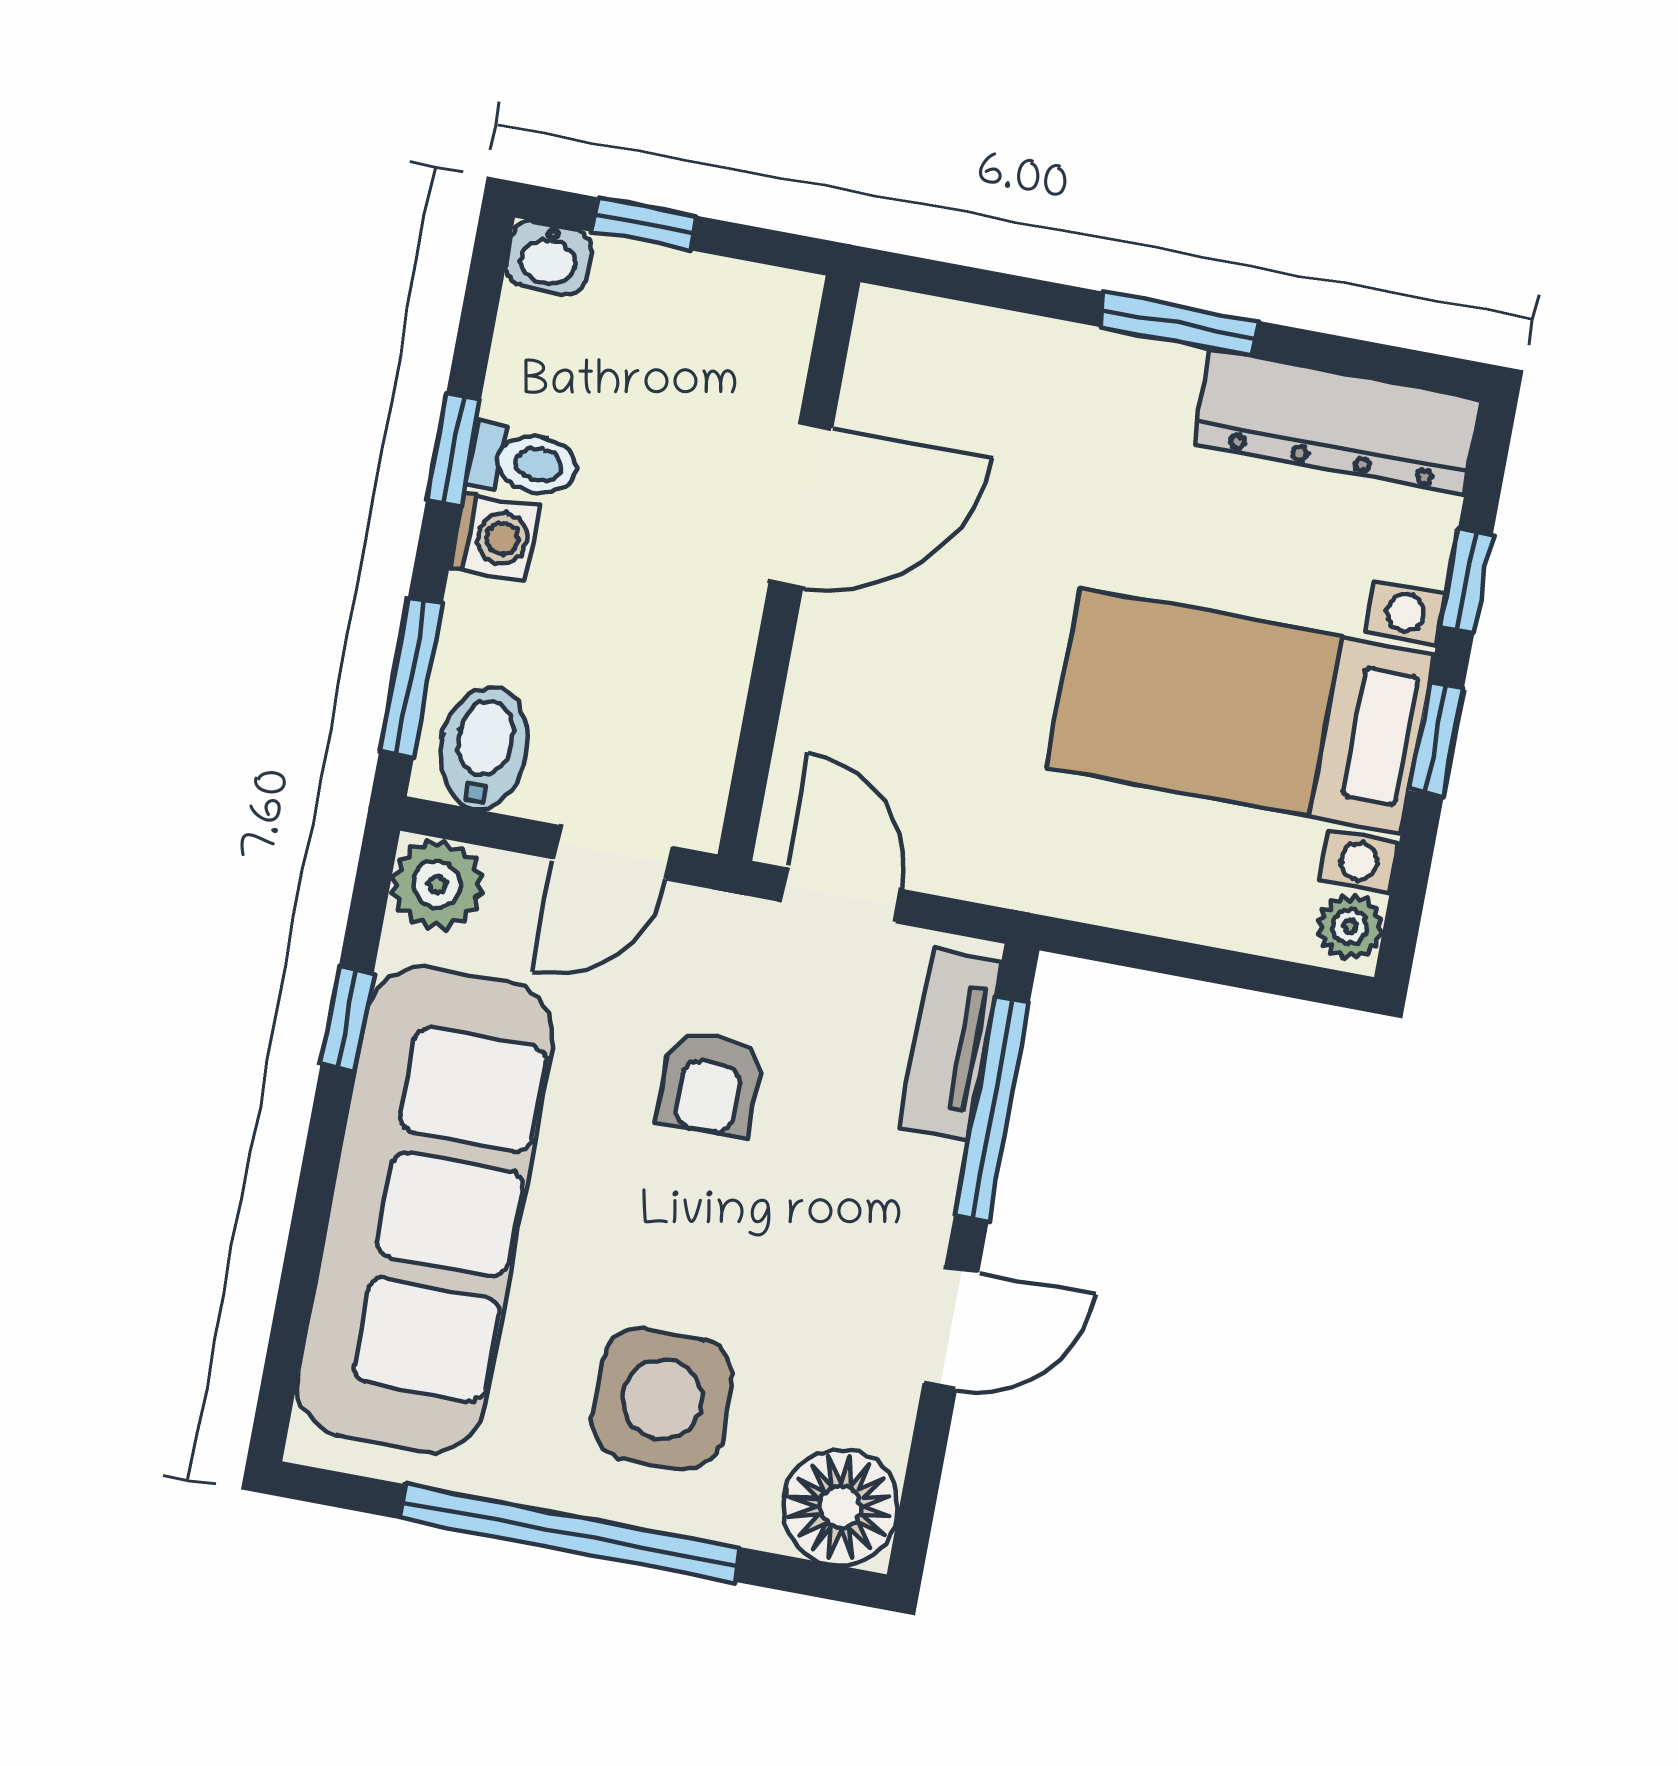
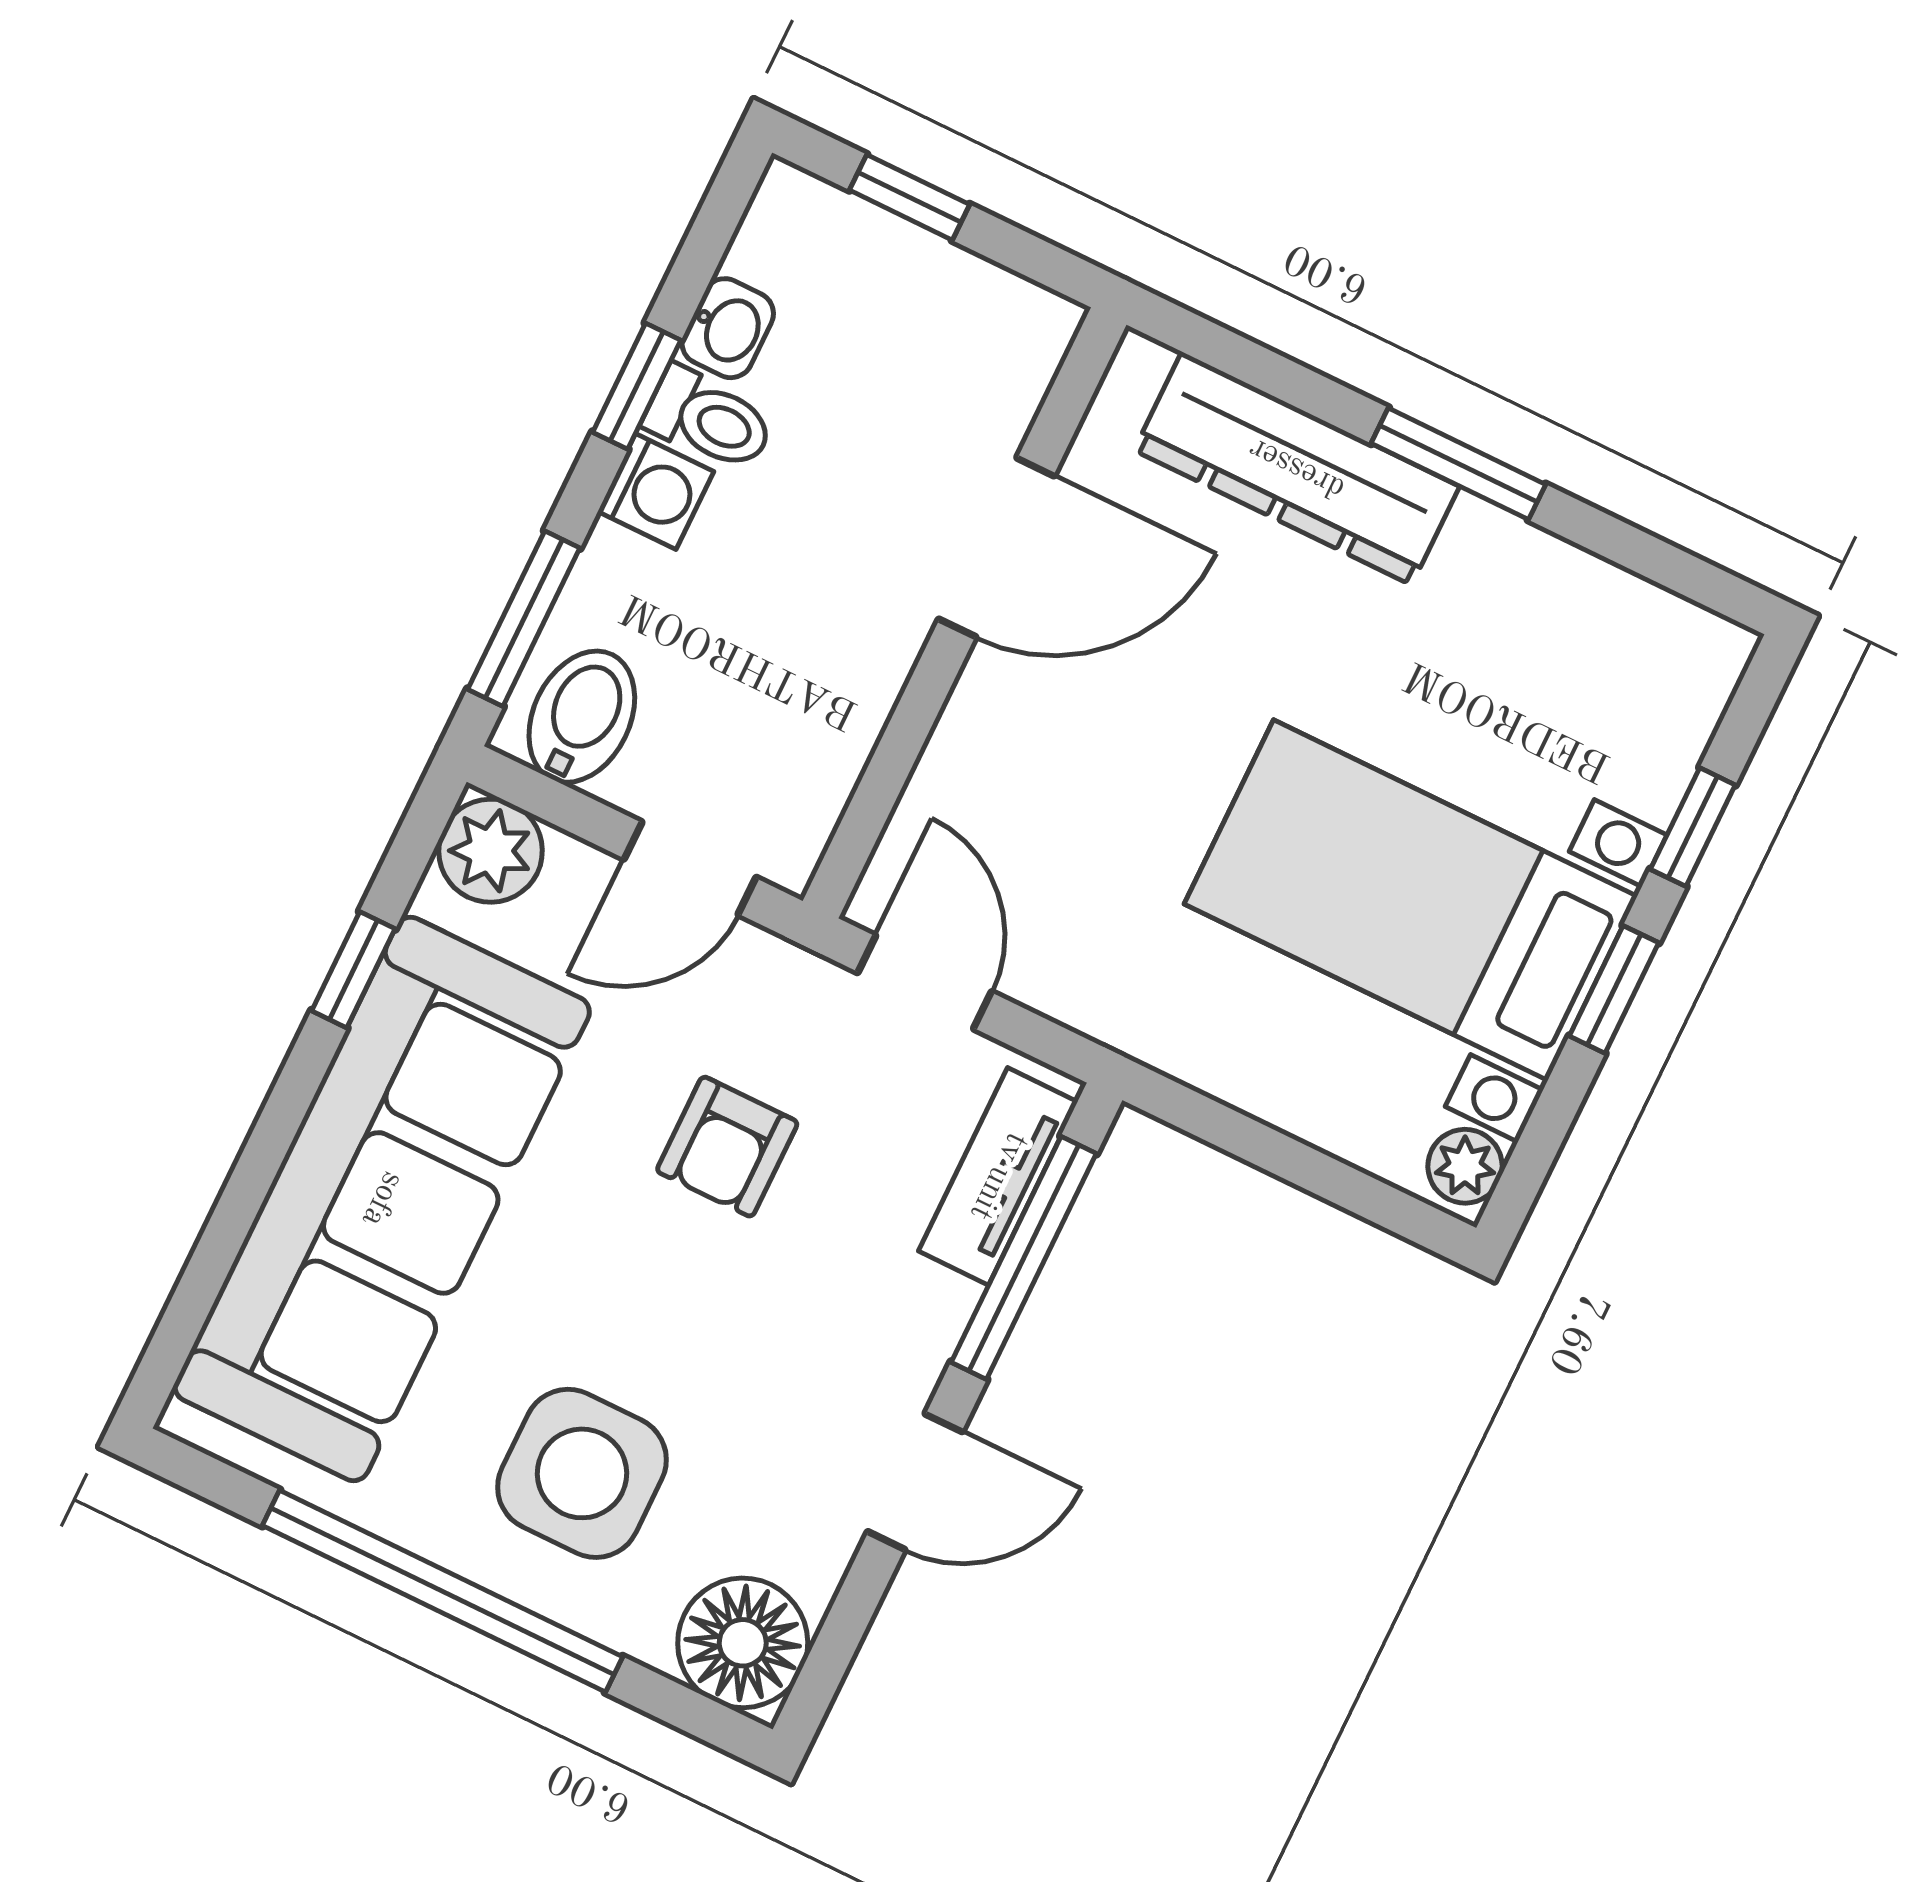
washbasin: (549, 257) -> (728, 328), moved, turned -90
dresser: (1338, 421) -> (1297, 468), moved

